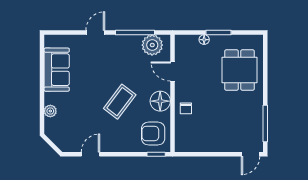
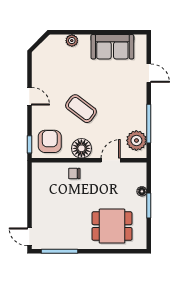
door: (95, 32) -> (149, 73), moved
door: (90, 154) -> (29, 96), moved

